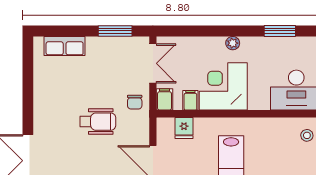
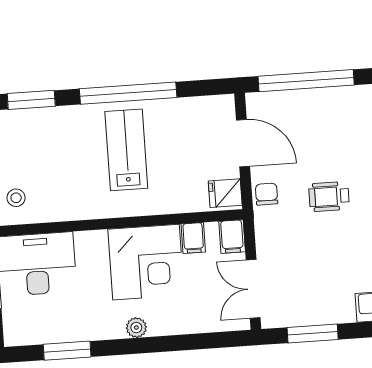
chair: (135, 102) -> (267, 194), moved
wheelchair: (98, 122) -> (329, 197), width x0.73, depth x0.73
fridge: (184, 128) -> (225, 193), moved, turned -90

